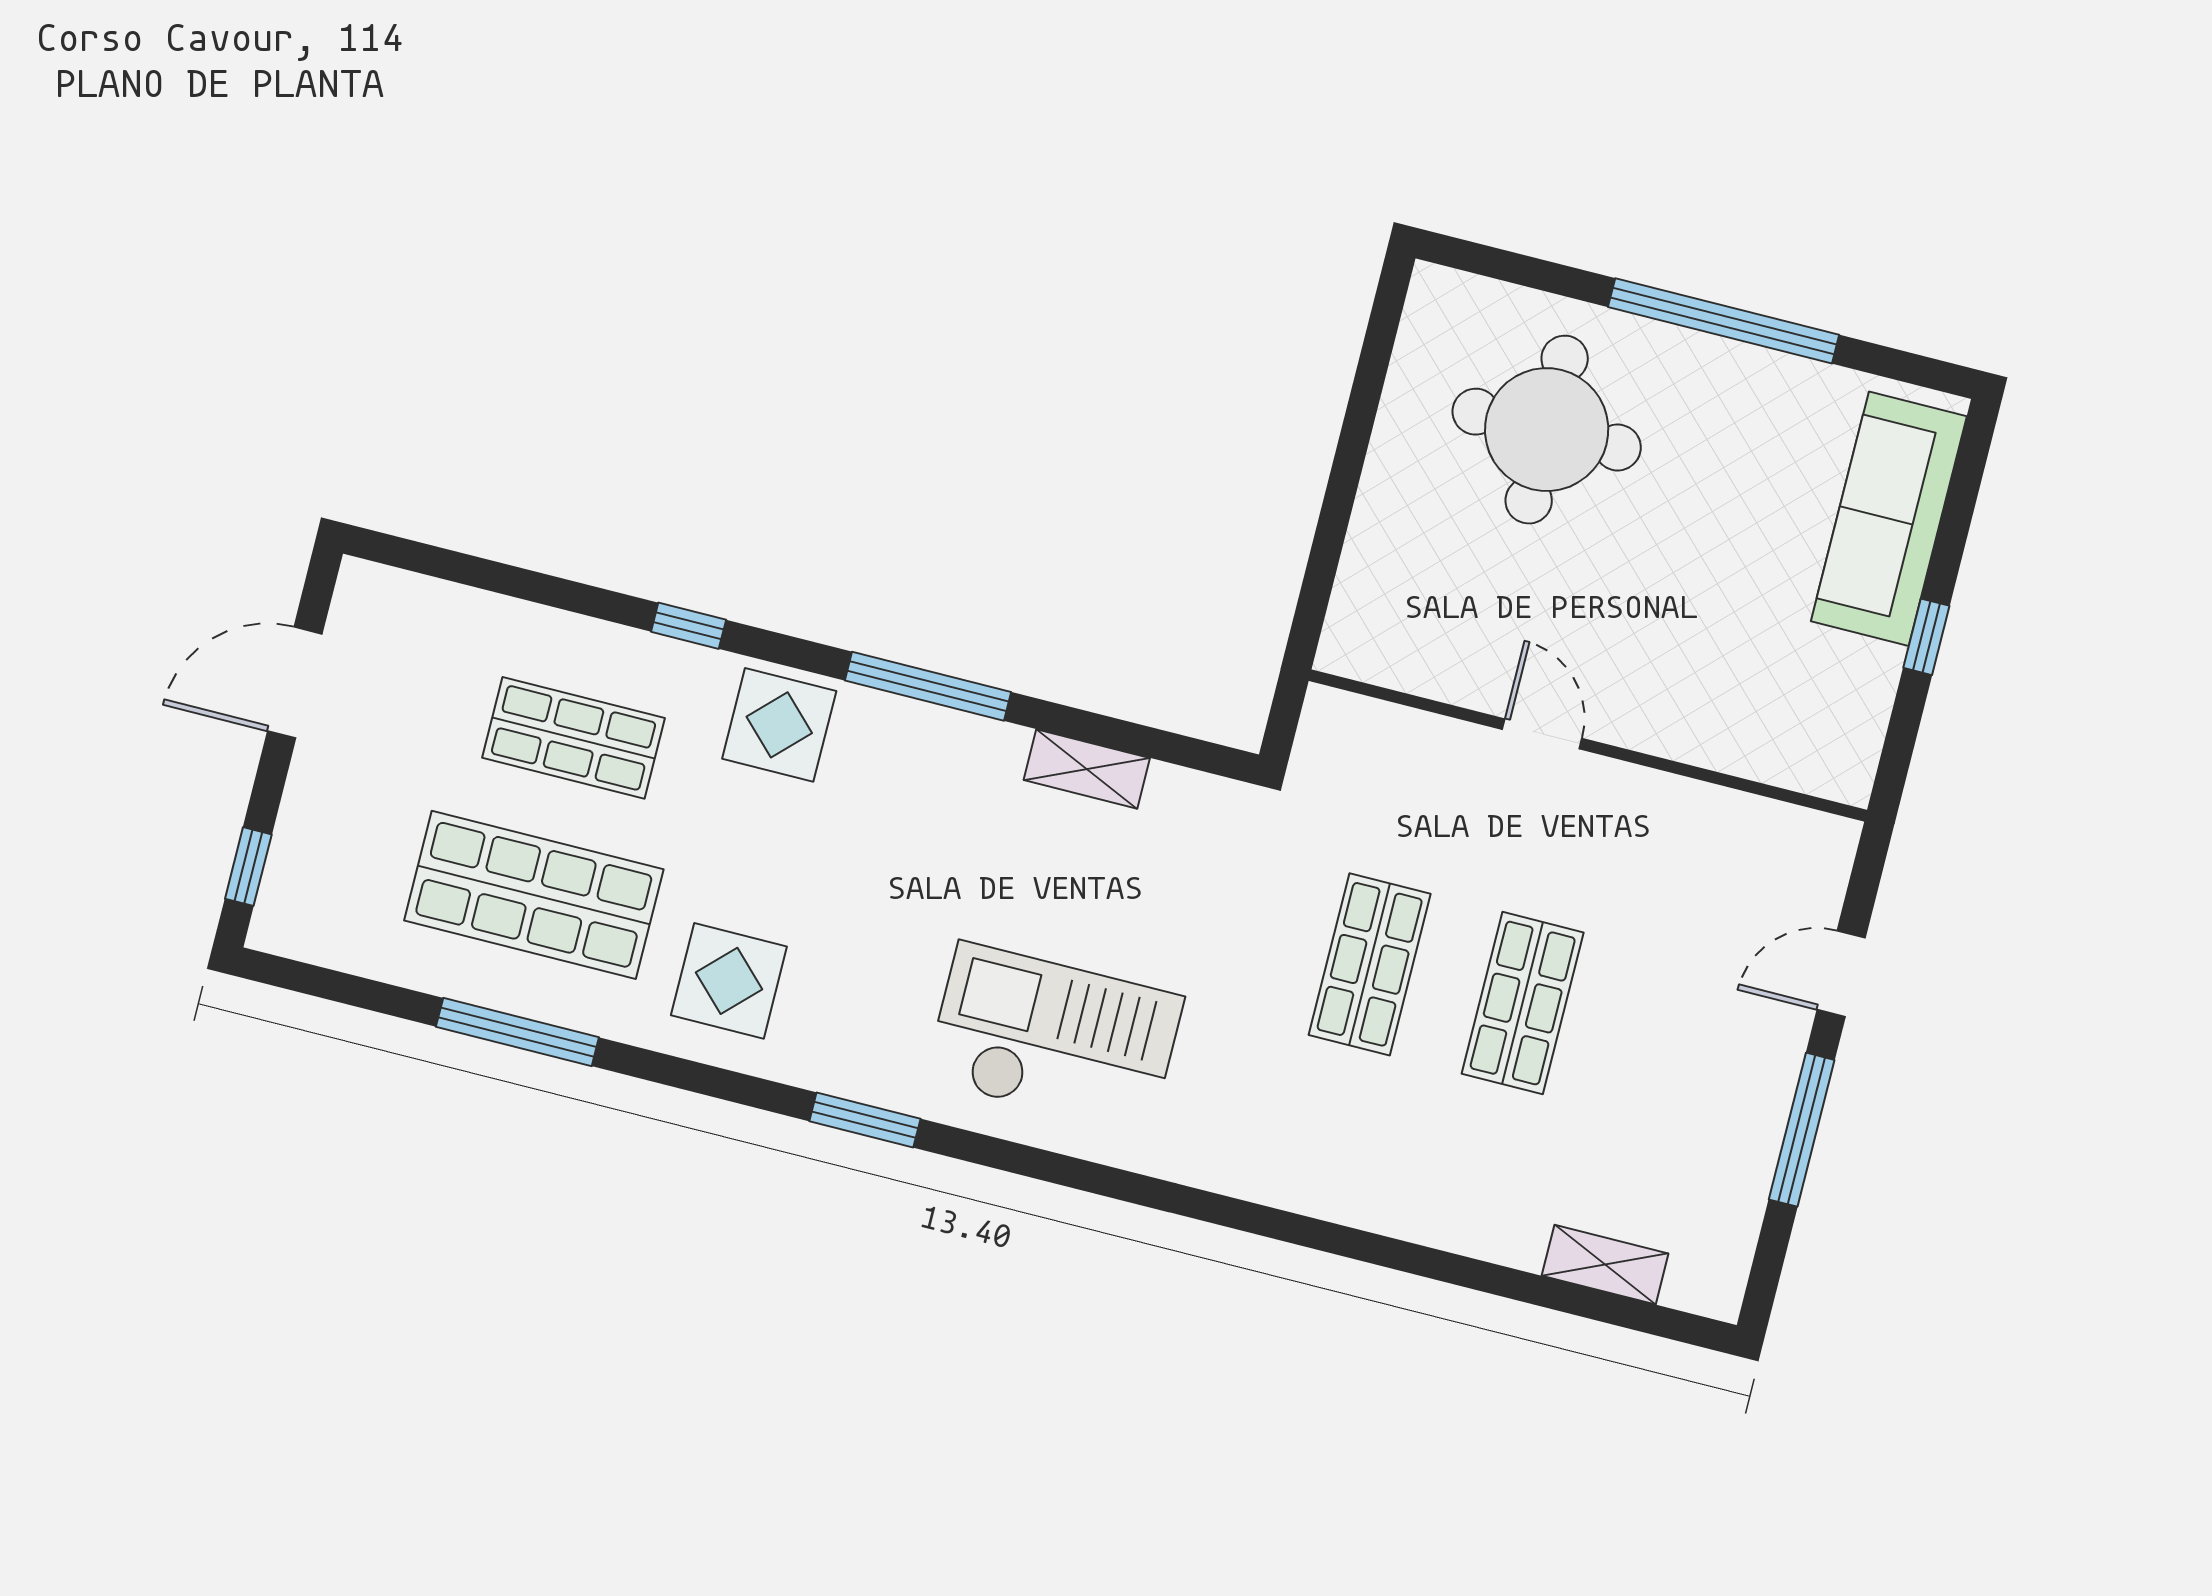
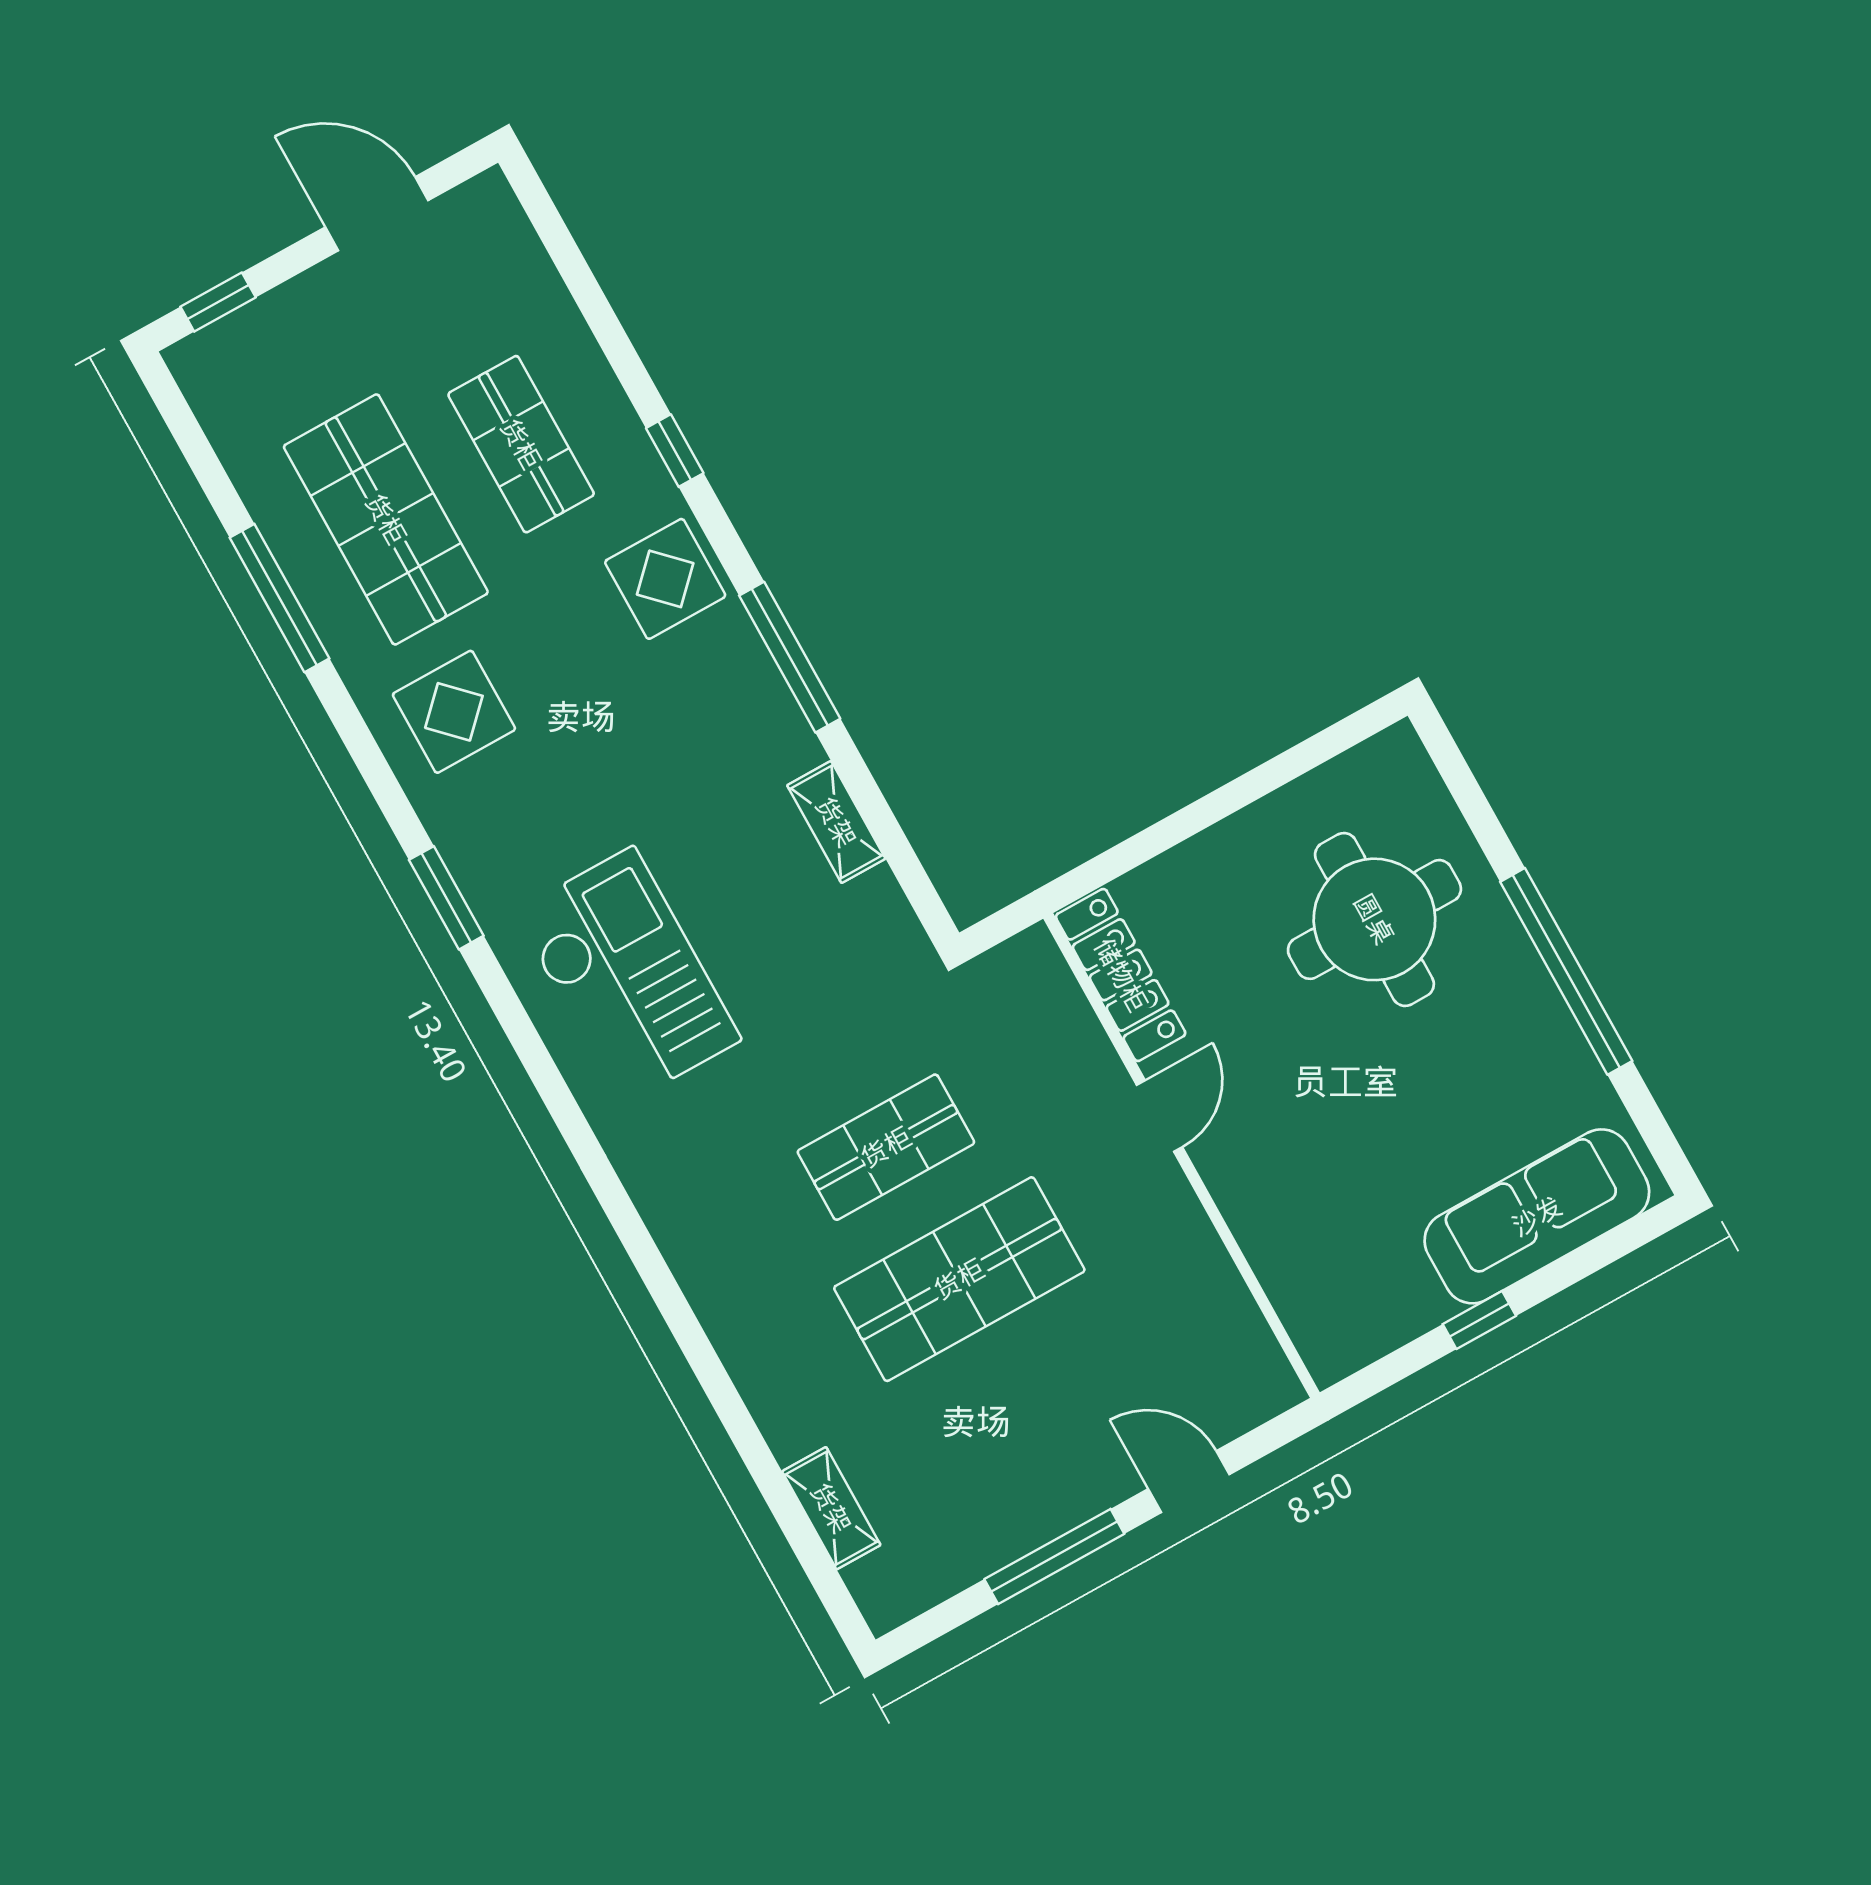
locker: (1407, 662) -> (1121, 975), added
shop shelf: (1523, 1003) -> (959, 1279), width x1.43, depth x1.36

